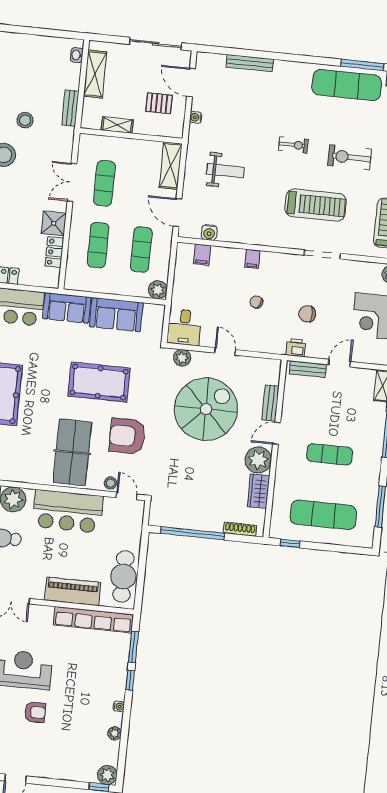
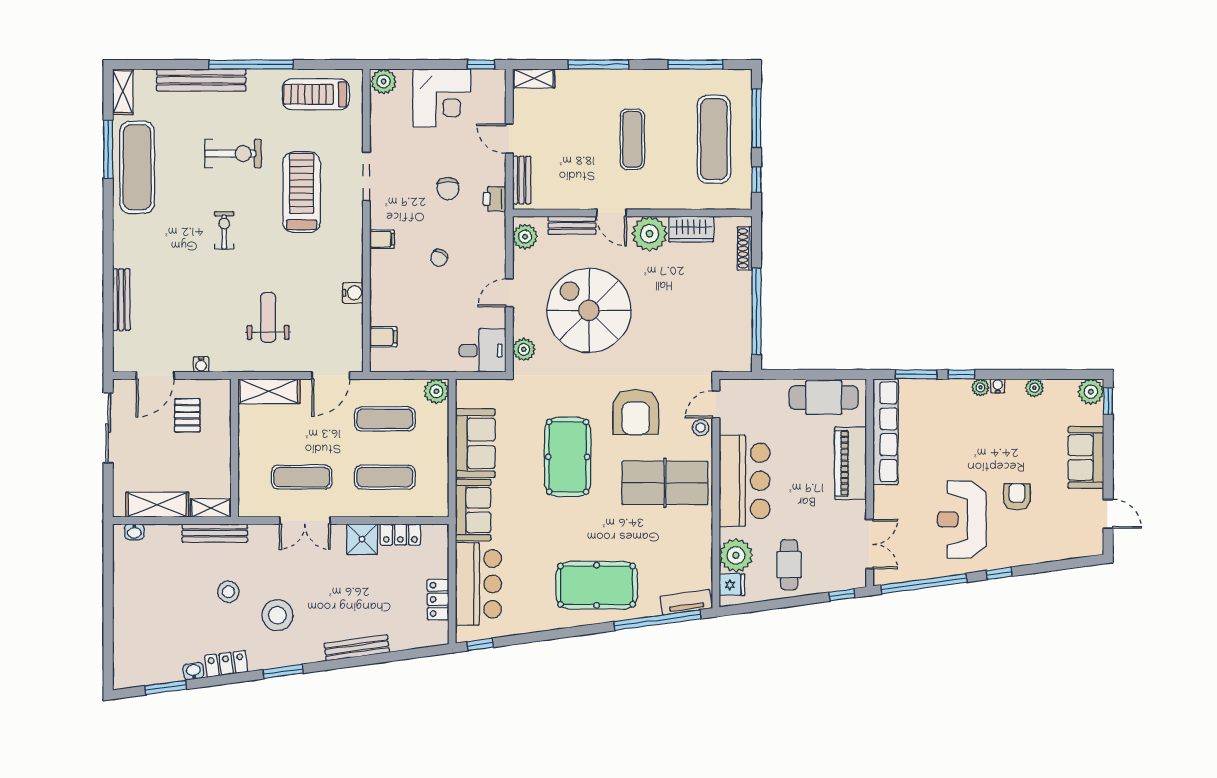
bench: (70, 108) -> (215, 533), width x1.36
shelving: (117, 125) -> (211, 508), moved, turned 90
exercise bike: (350, 157) -> (233, 154), turned -90
water cooler: (209, 233) -> (353, 293), moved
filing cabinet: (252, 259) -> (382, 239), moved
plant: (266, 367) -> (525, 237), added
window: (336, 548) -> (756, 118), added
plant: (119, 693) -> (980, 387), added
sofa: (59, 766) -> (1086, 458), added

